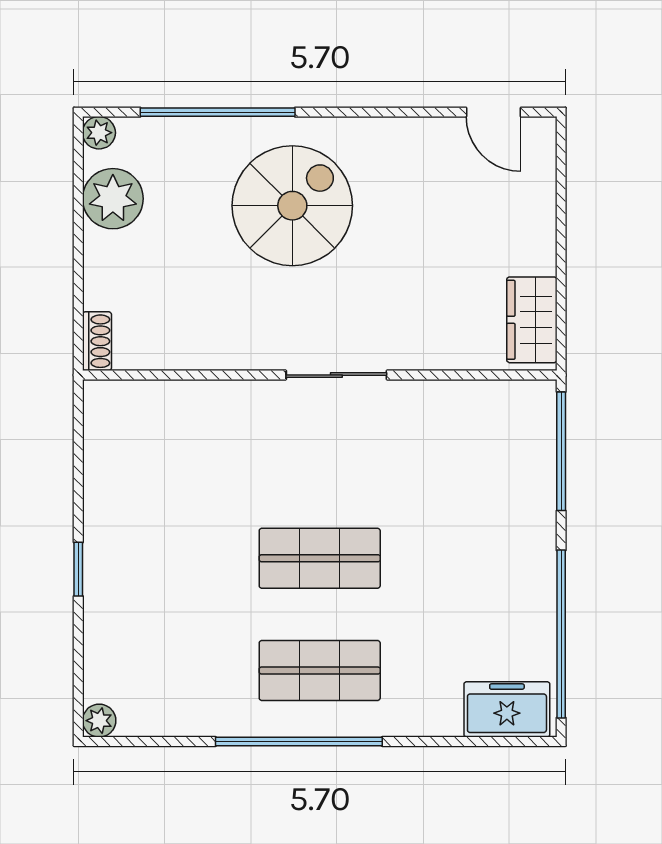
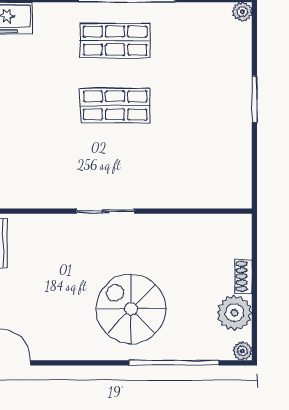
spiral stairs: (292, 206) -> (131, 309), turned 90
shoe rack: (97, 341) -> (244, 276), moved
window: (78, 569) -> (254, 99), width x1.50

